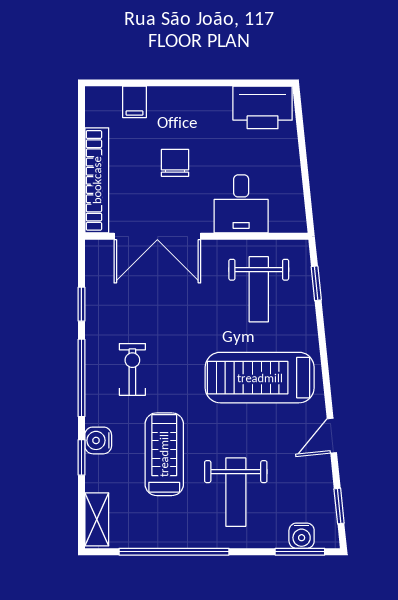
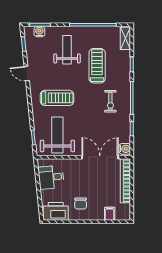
chair: (175, 163) -> (81, 204), moved
desk: (241, 204) -> (51, 177), moved, turned -96
weight bench: (259, 289) -> (57, 135), width x1.36, depth x1.33
treadmill: (260, 378) -> (57, 98), width x0.73, depth x0.73
door: (332, 436) -> (27, 74), swing flipped
water cooler: (98, 440) -> (125, 149), moved
treadmill: (164, 454) -> (97, 66), turned 180

